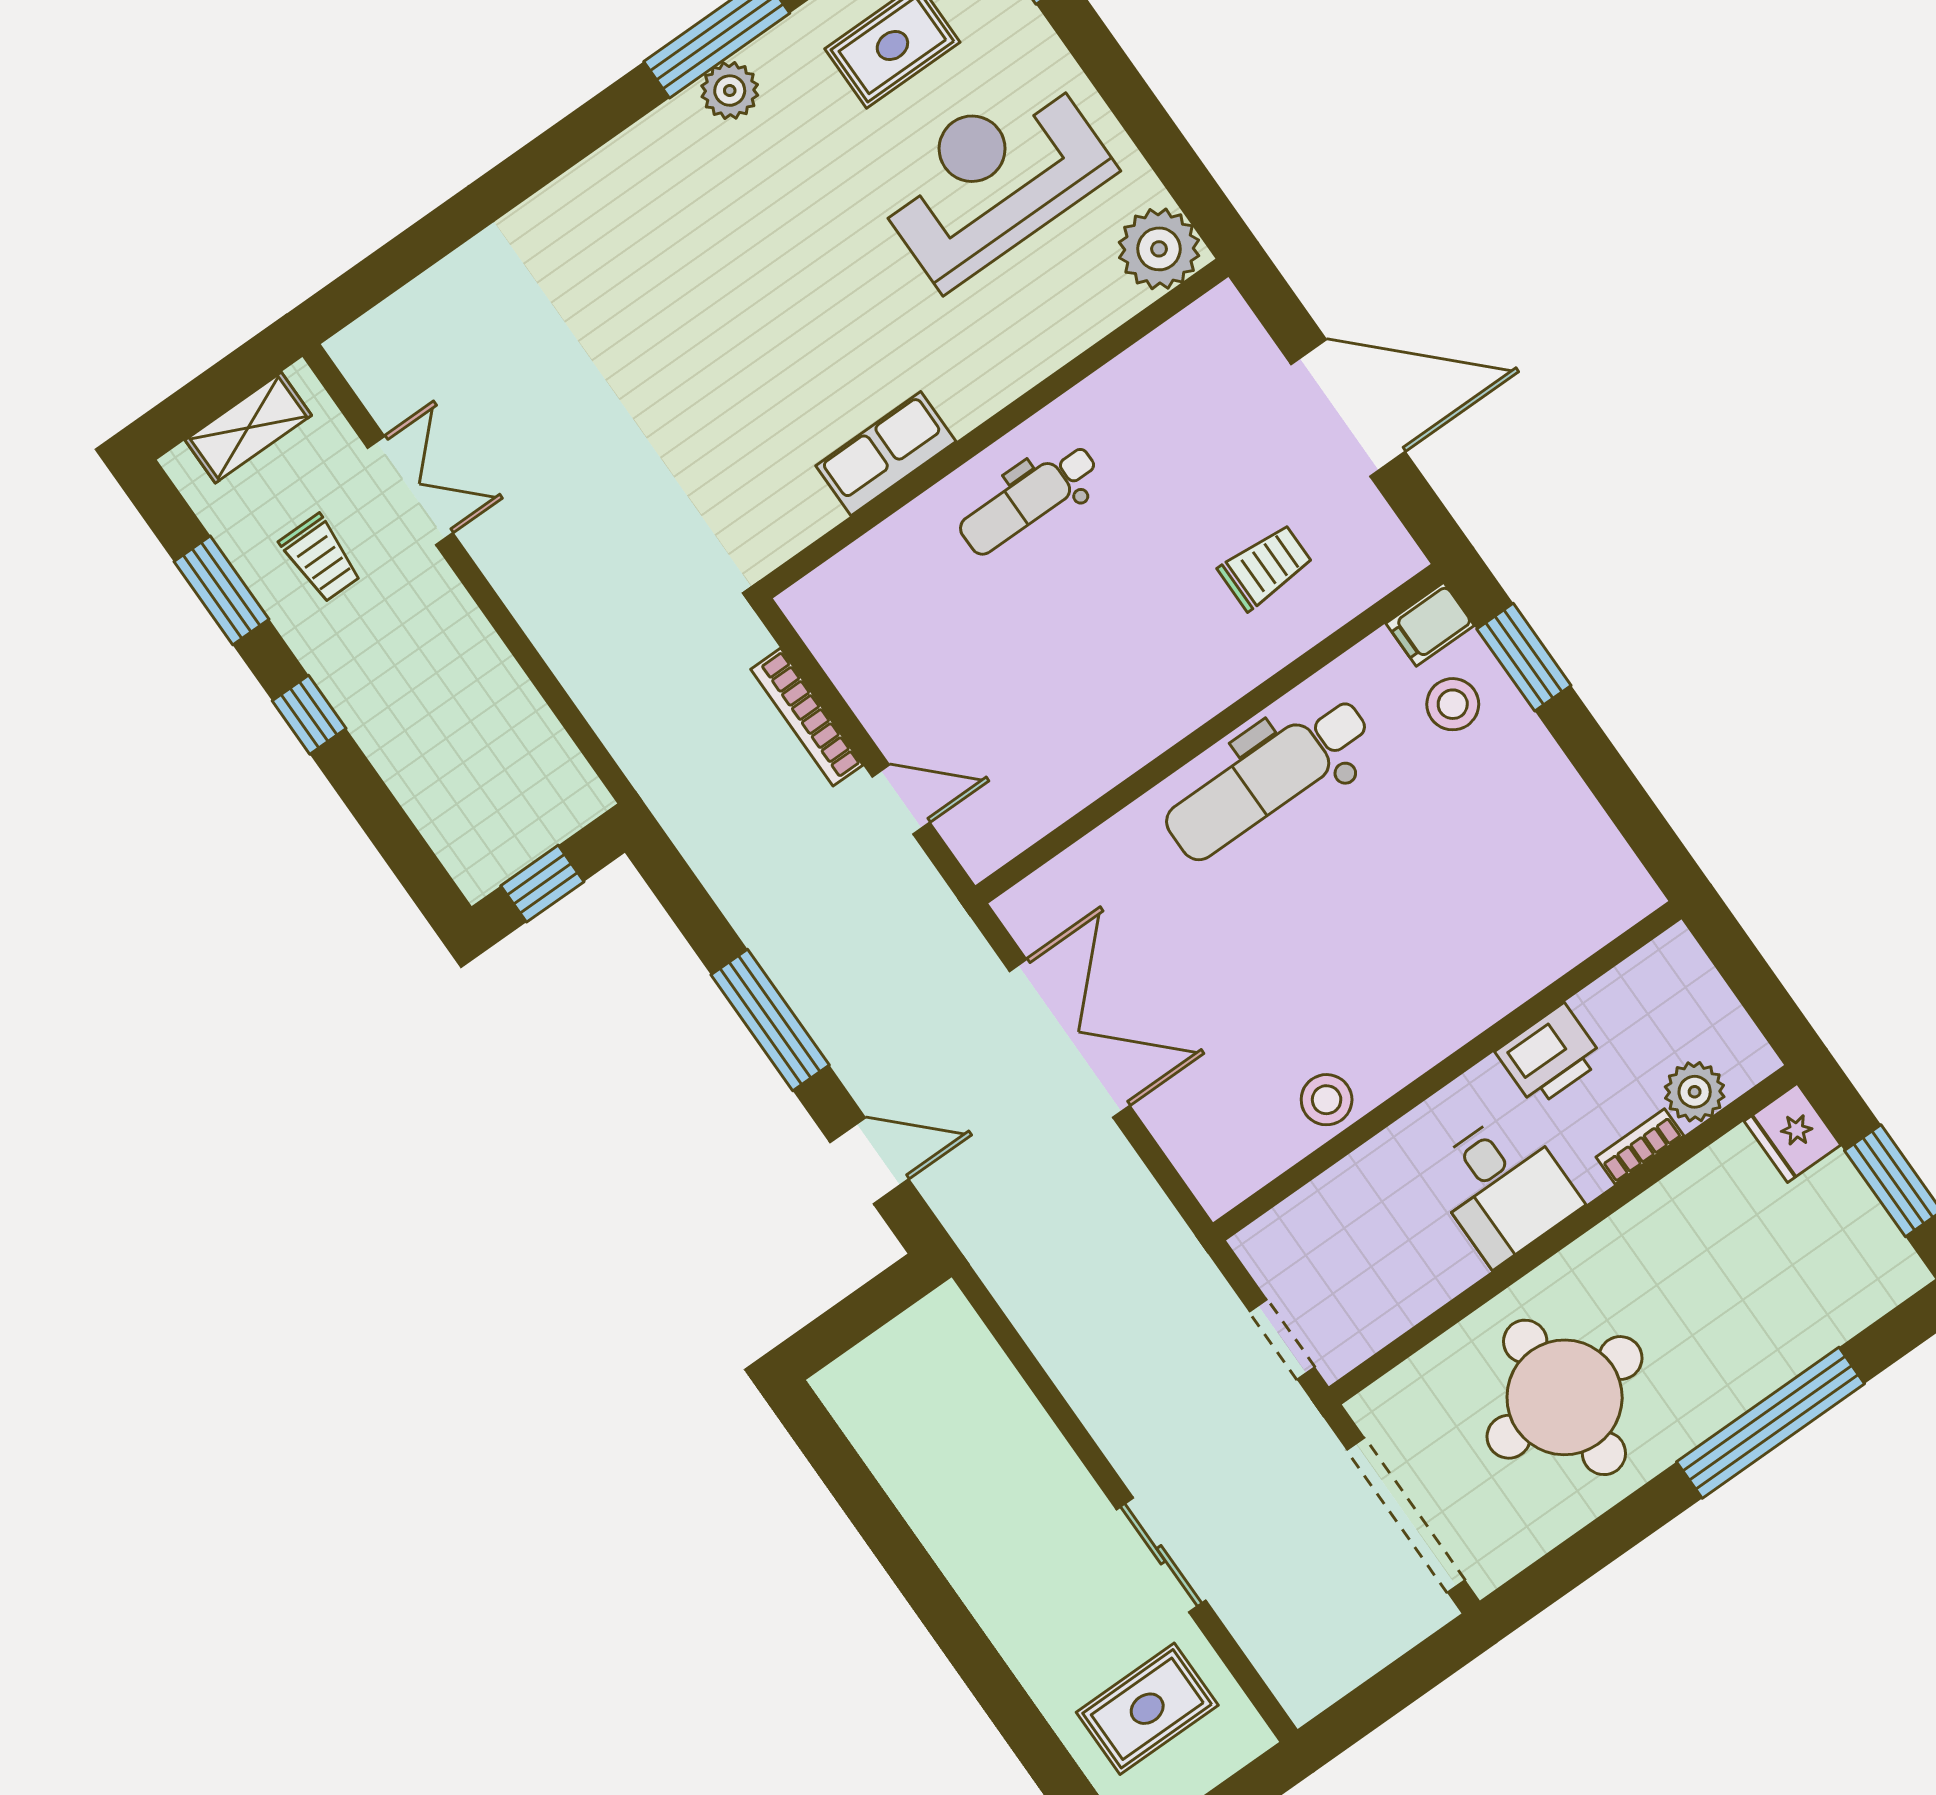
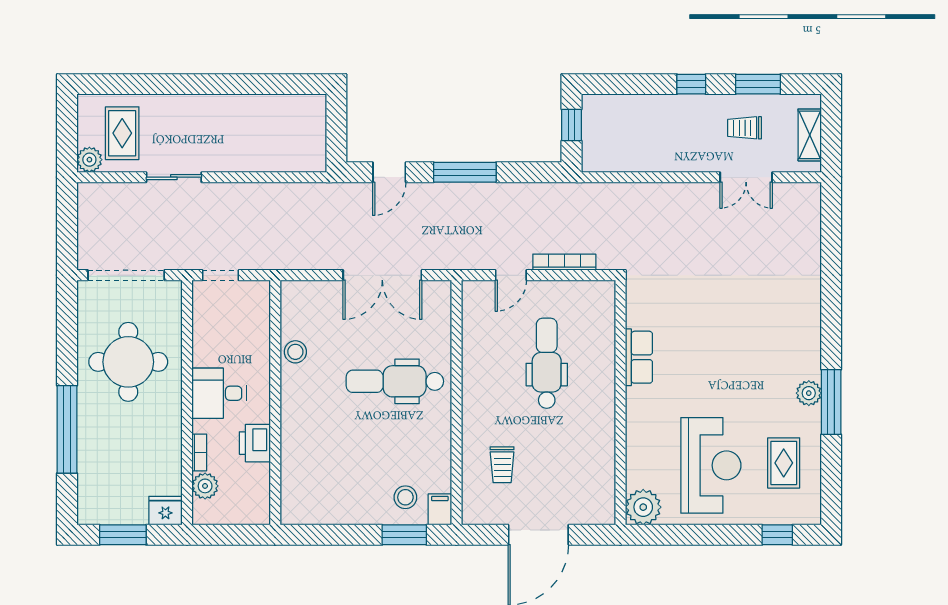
dental chair: (1028, 499) -> (547, 363), moved, width x1.36, depth x1.38
dental chair: (1268, 778) -> (395, 381), moved, turned -90
plant: (1239, 1735) -> (89, 160), added

